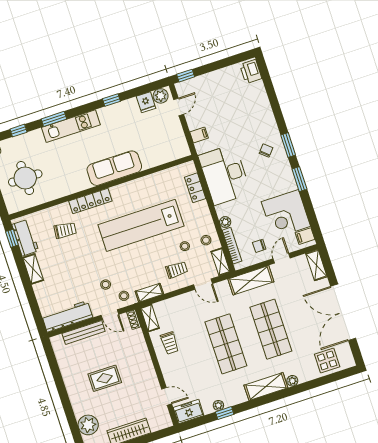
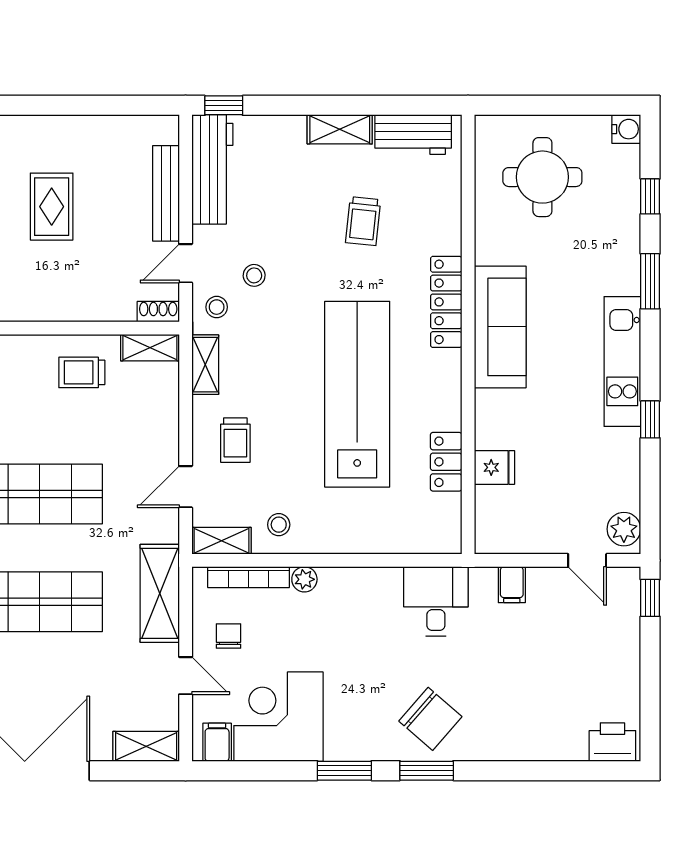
fridge: (146, 102) -> (494, 467), moved, turned 180
kitchen unit: (71, 126) -> (622, 362), moved
chair: (266, 150) -> (430, 719), width x1.87, depth x1.87
sofa: (114, 168) -> (500, 327), moved
desk: (225, 175) -> (436, 601), width x0.53, depth x0.77
locker: (195, 188) -> (446, 462), moved, turned -90
trolley: (65, 230) -> (363, 221), moved
window: (12, 238) -> (224, 105), moved
stool: (185, 246) -> (281, 474), removed

